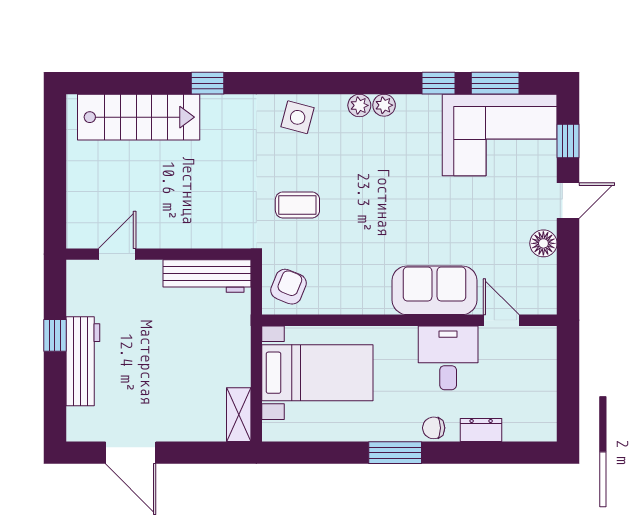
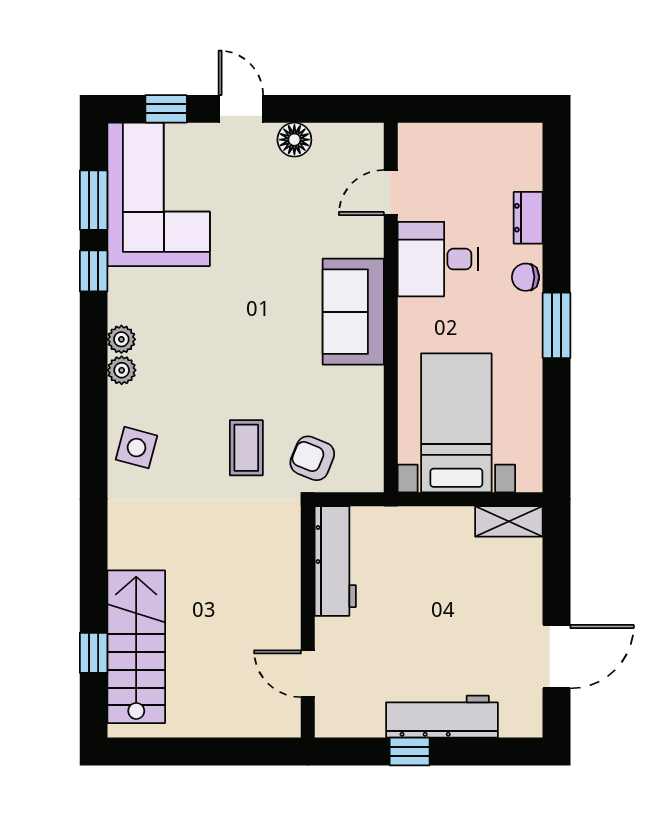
window: (208, 83) -> (94, 653), moved
armchair: (288, 287) -> (312, 458), moved
sofa: (435, 290) -> (353, 312), moved
chair: (434, 428) -> (526, 277), turned 90

